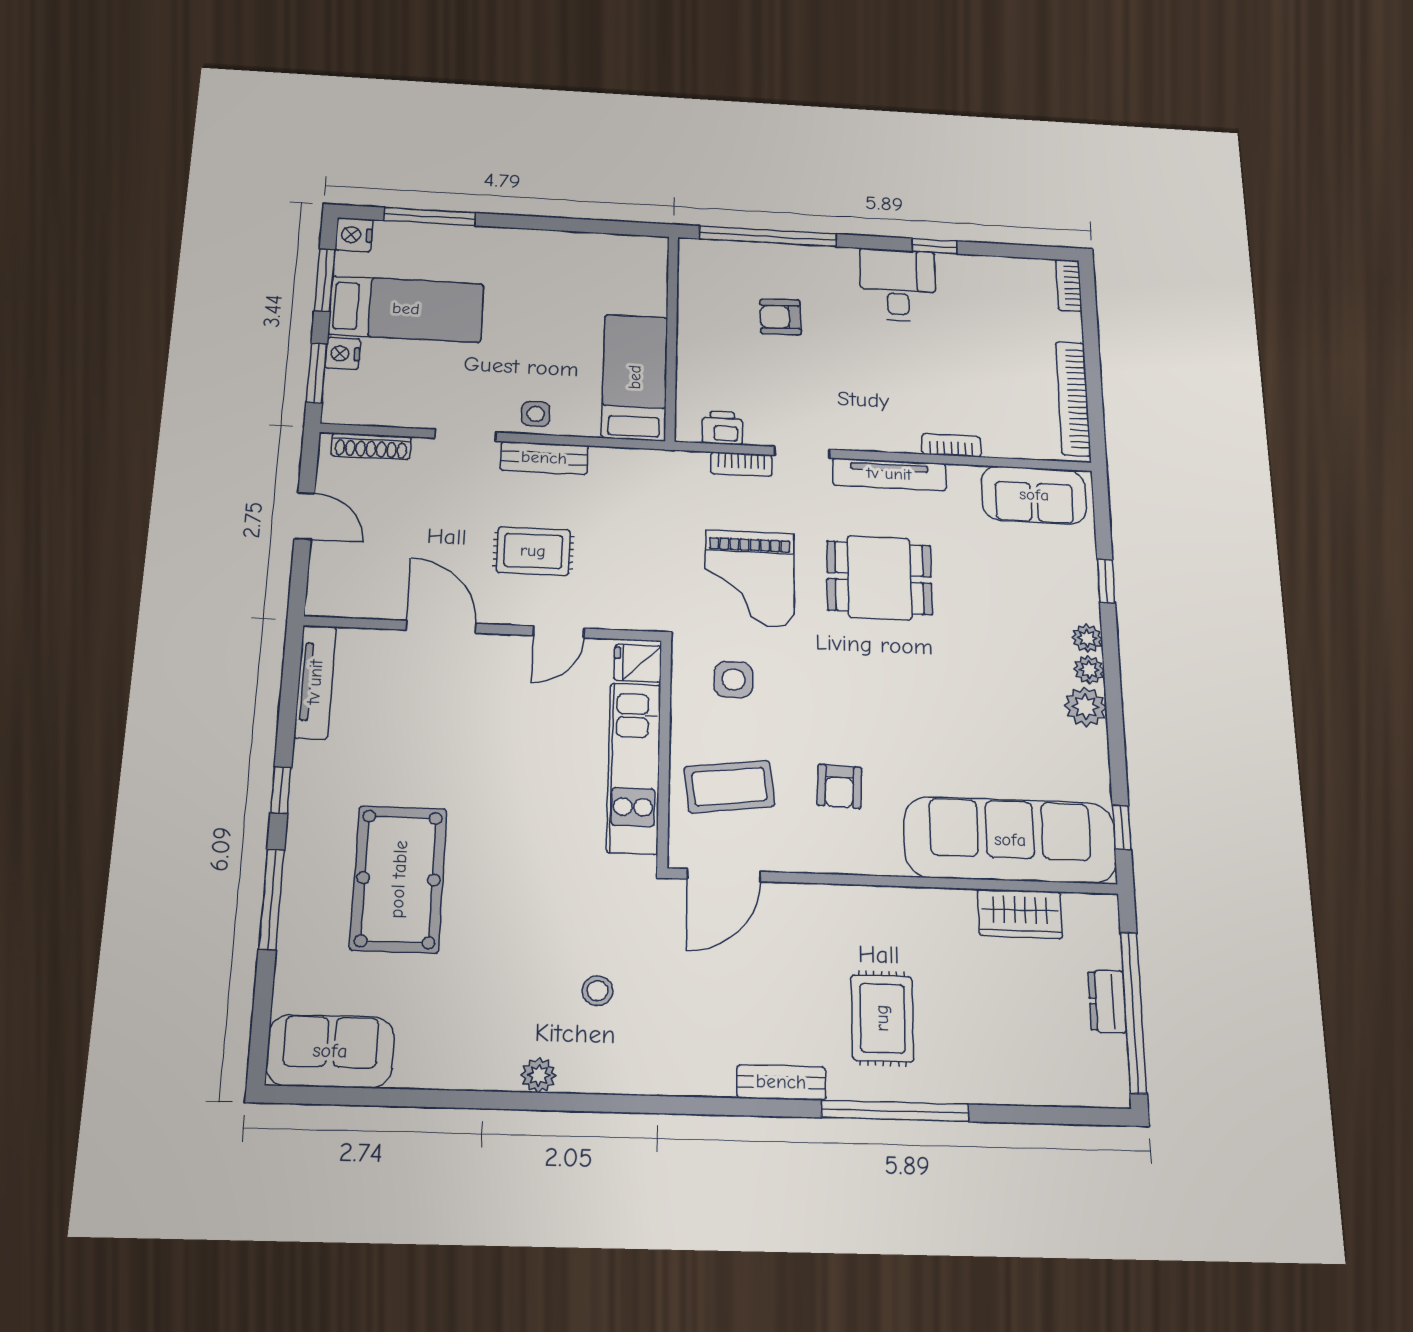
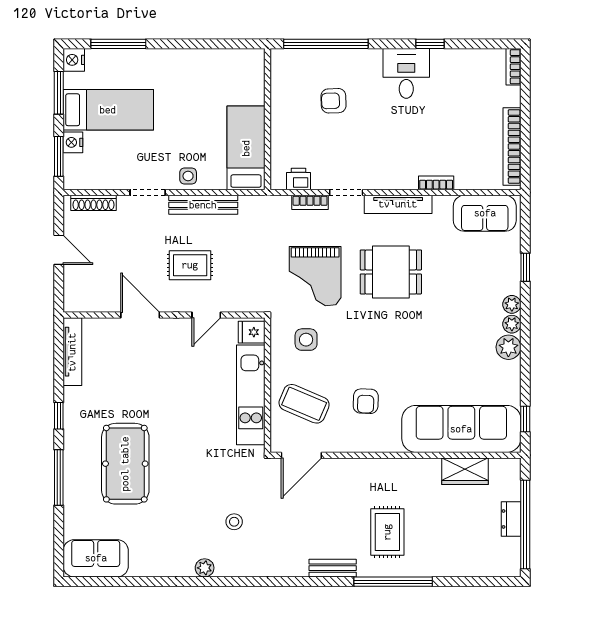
bench: (544, 458) -> (203, 205), width x1.36
coffee table: (729, 787) -> (304, 404), turned 30

